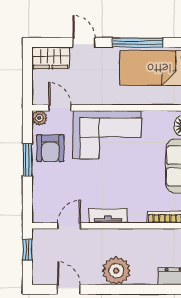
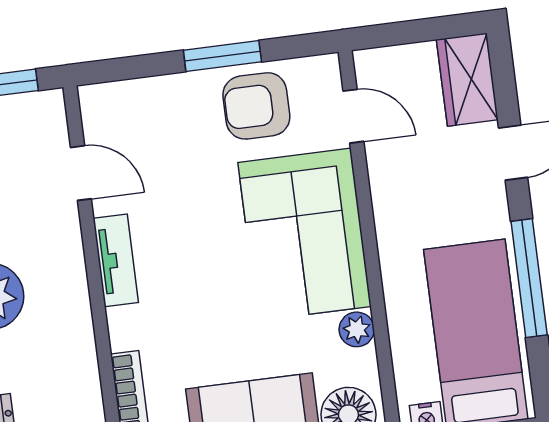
door: (60, 108) -> (353, 116), hinge flipped
plant: (39, 118) -> (357, 329), moved

